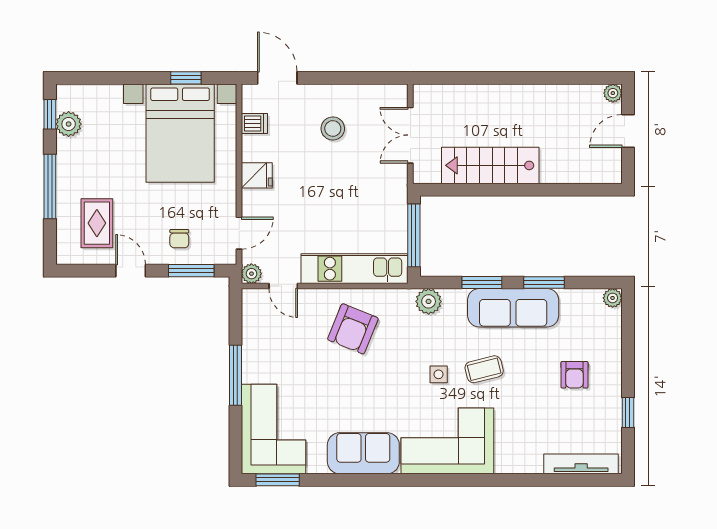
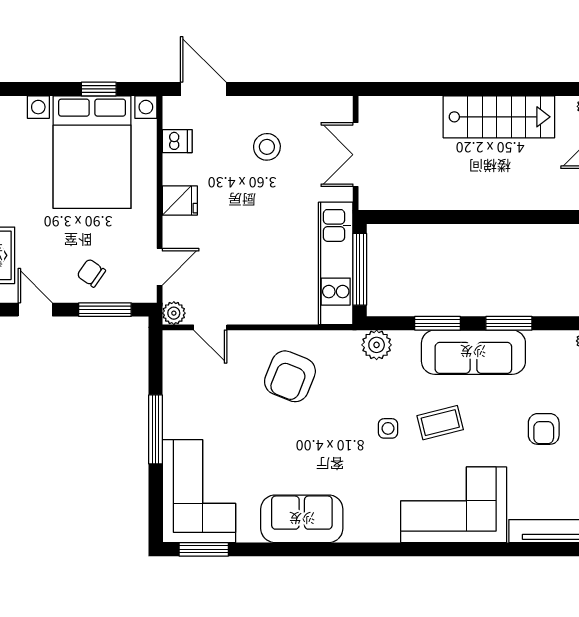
stairs: (490, 165) -> (499, 117), moved, turned 180
chair: (179, 239) -> (91, 273), turned 125
kitchen unit: (354, 269) -> (336, 263), moved, turned -90
corner sofa: (447, 441) -> (454, 505), moved

